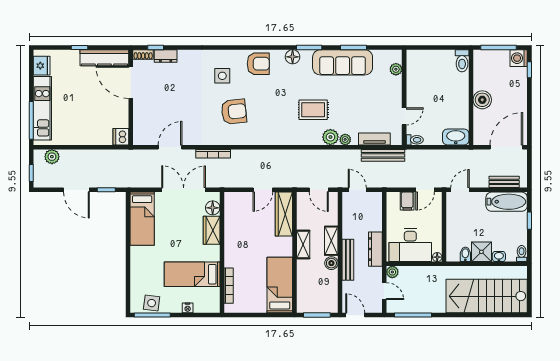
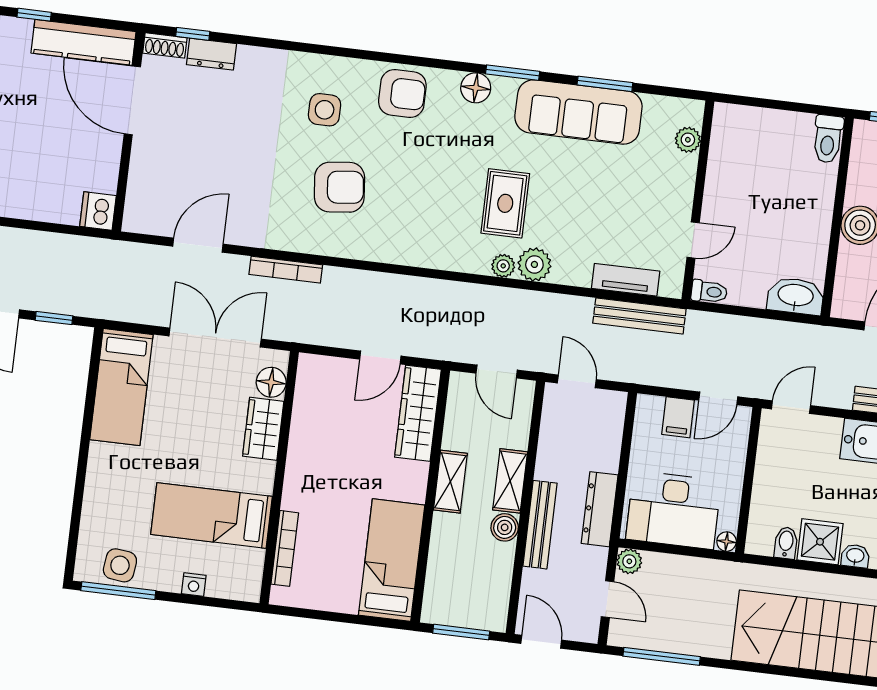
rug: (313, 110) -> (505, 203), turned 90
plant: (345, 139) -> (503, 266), moved

